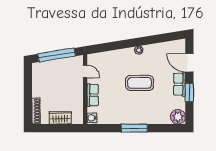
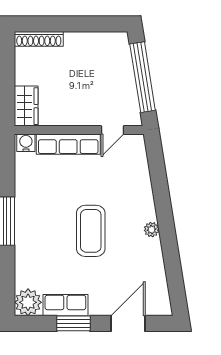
row of seats: (180, 84) -> (65, 305), moved
row of seats: (93, 95) -> (68, 144), width x1.48
wardrobe: (60, 118) -> (26, 106), moved

